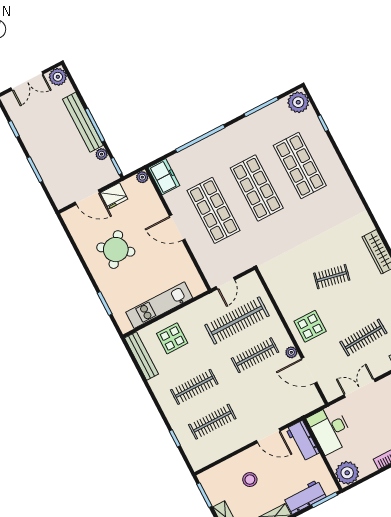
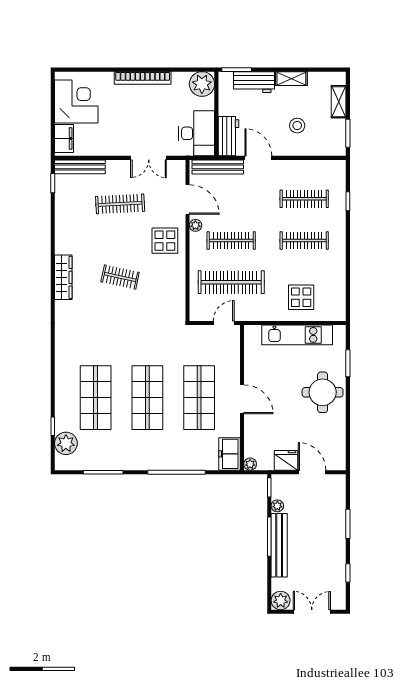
plant: (298, 102) -> (66, 443), moved
round table: (116, 250) -> (323, 392), moved, turned -36
bench: (142, 356) -> (218, 167), moved, turned 90

